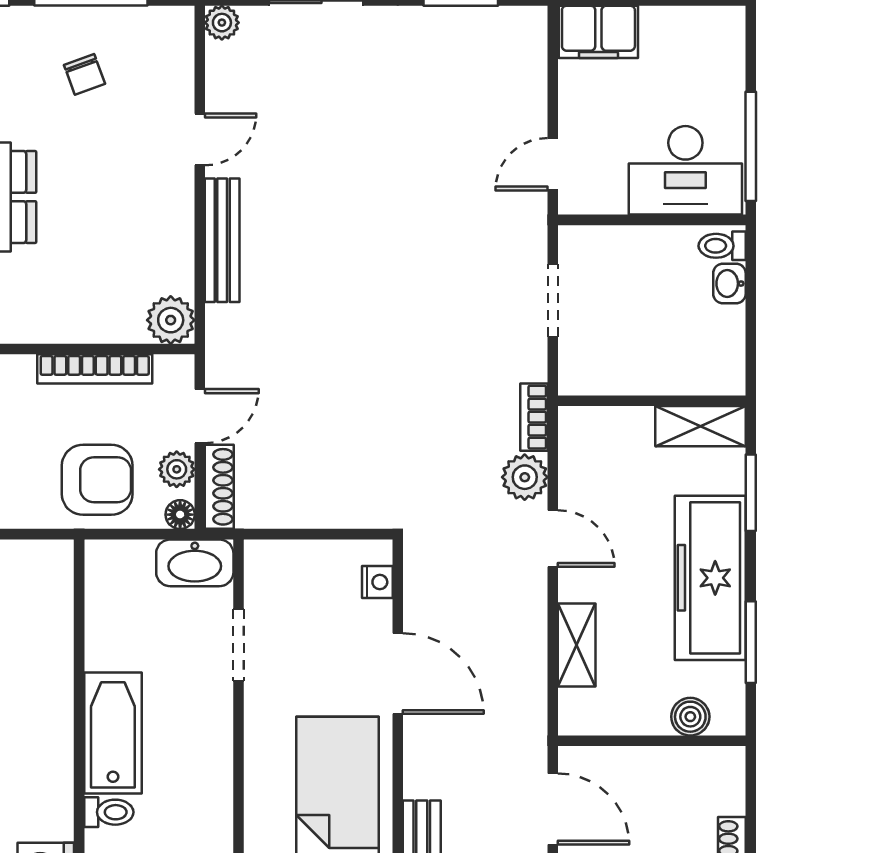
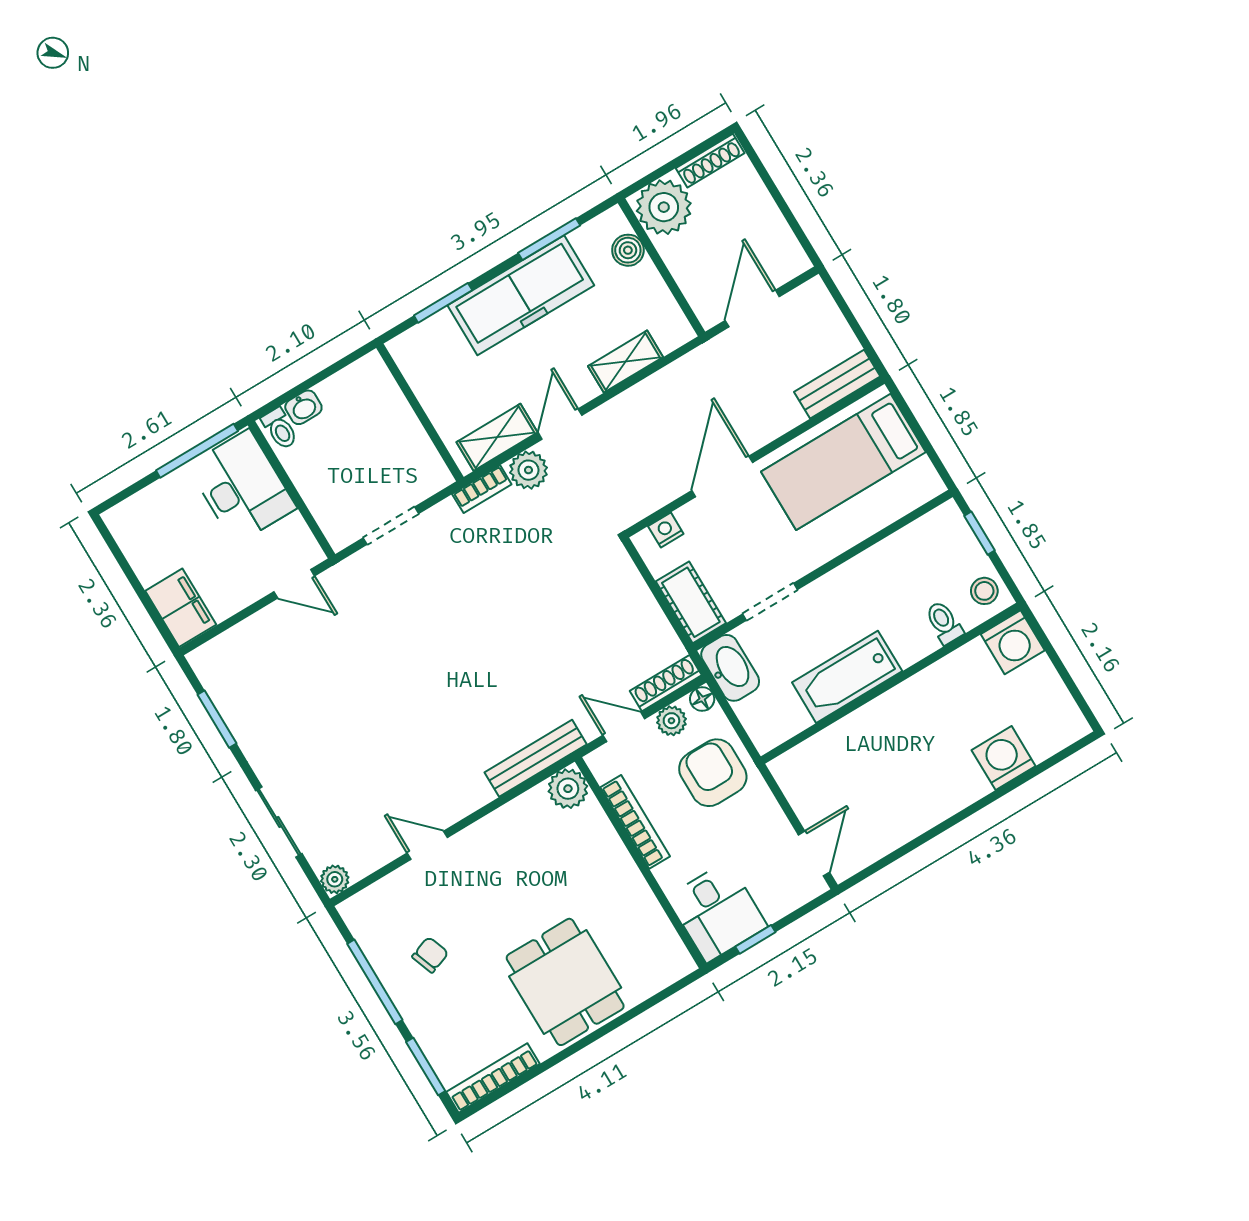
bench: (222, 240) -> (536, 758), moved
shelving: (701, 426) -> (497, 437), moved, turned 90
cot: (287, 563) -> (691, 602), added
bathtub: (113, 733) -> (847, 677), moved
plant: (713, 780) -> (664, 207), added

